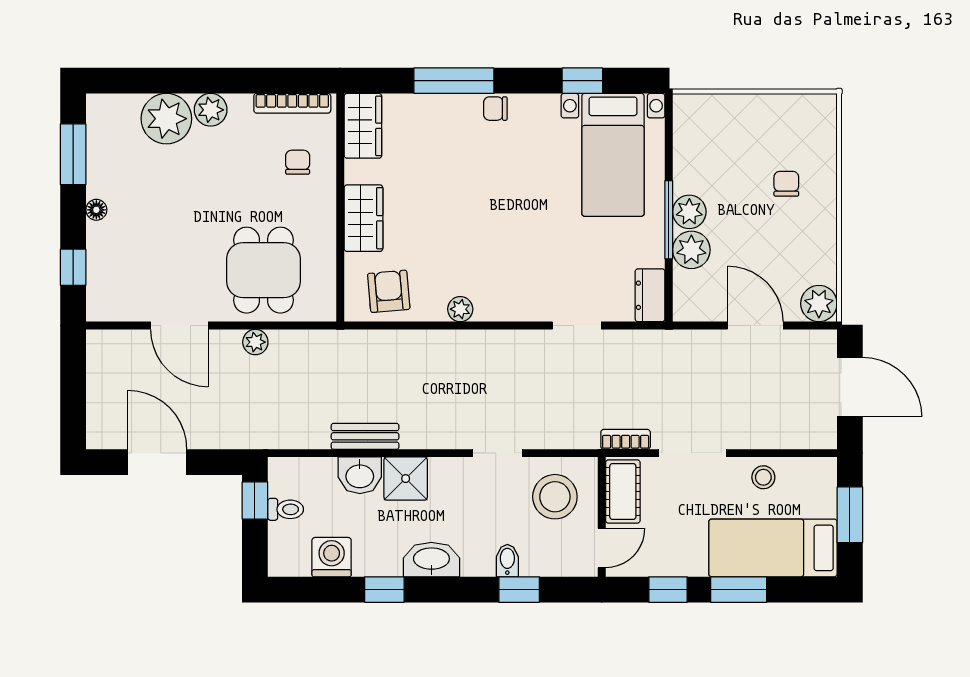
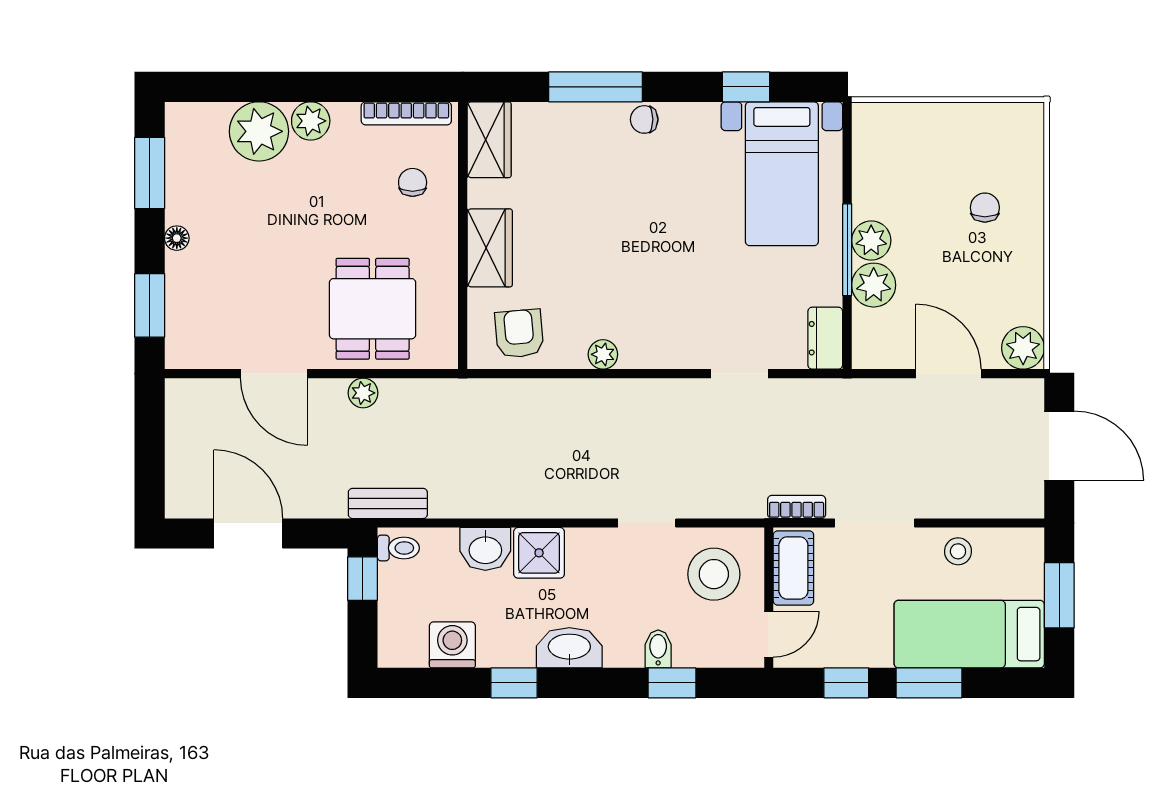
window: (73, 267) -> (150, 305), width x1.50
bench: (365, 436) -> (388, 503), moved
toilet: (286, 509) -> (398, 548), moved

